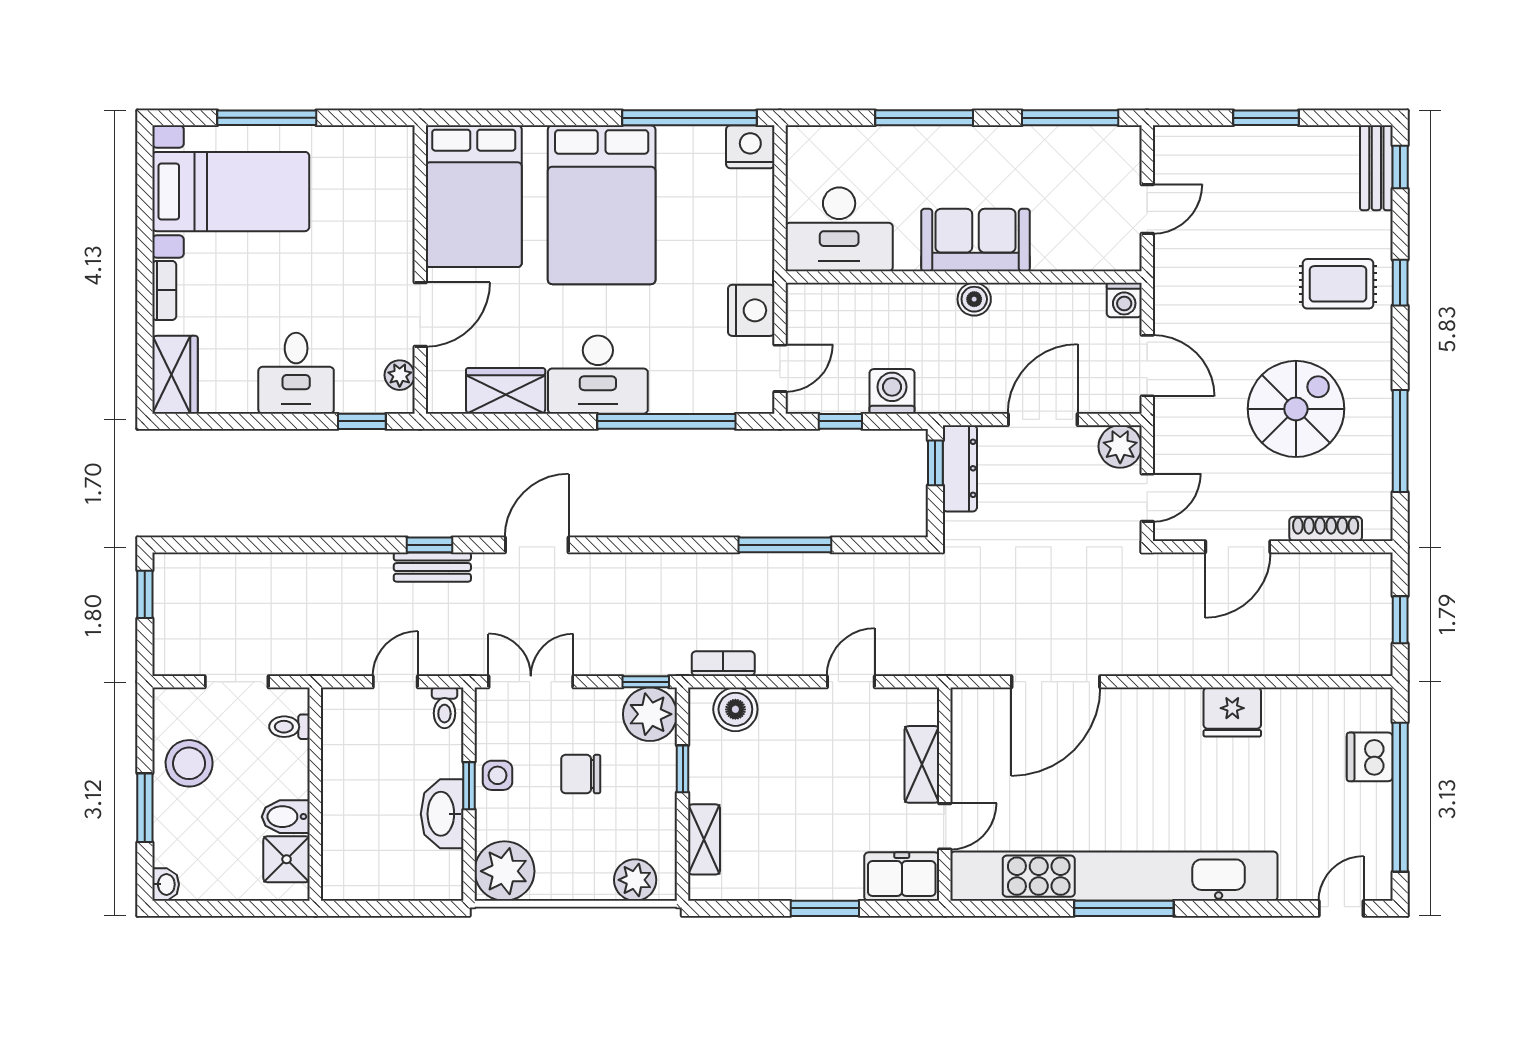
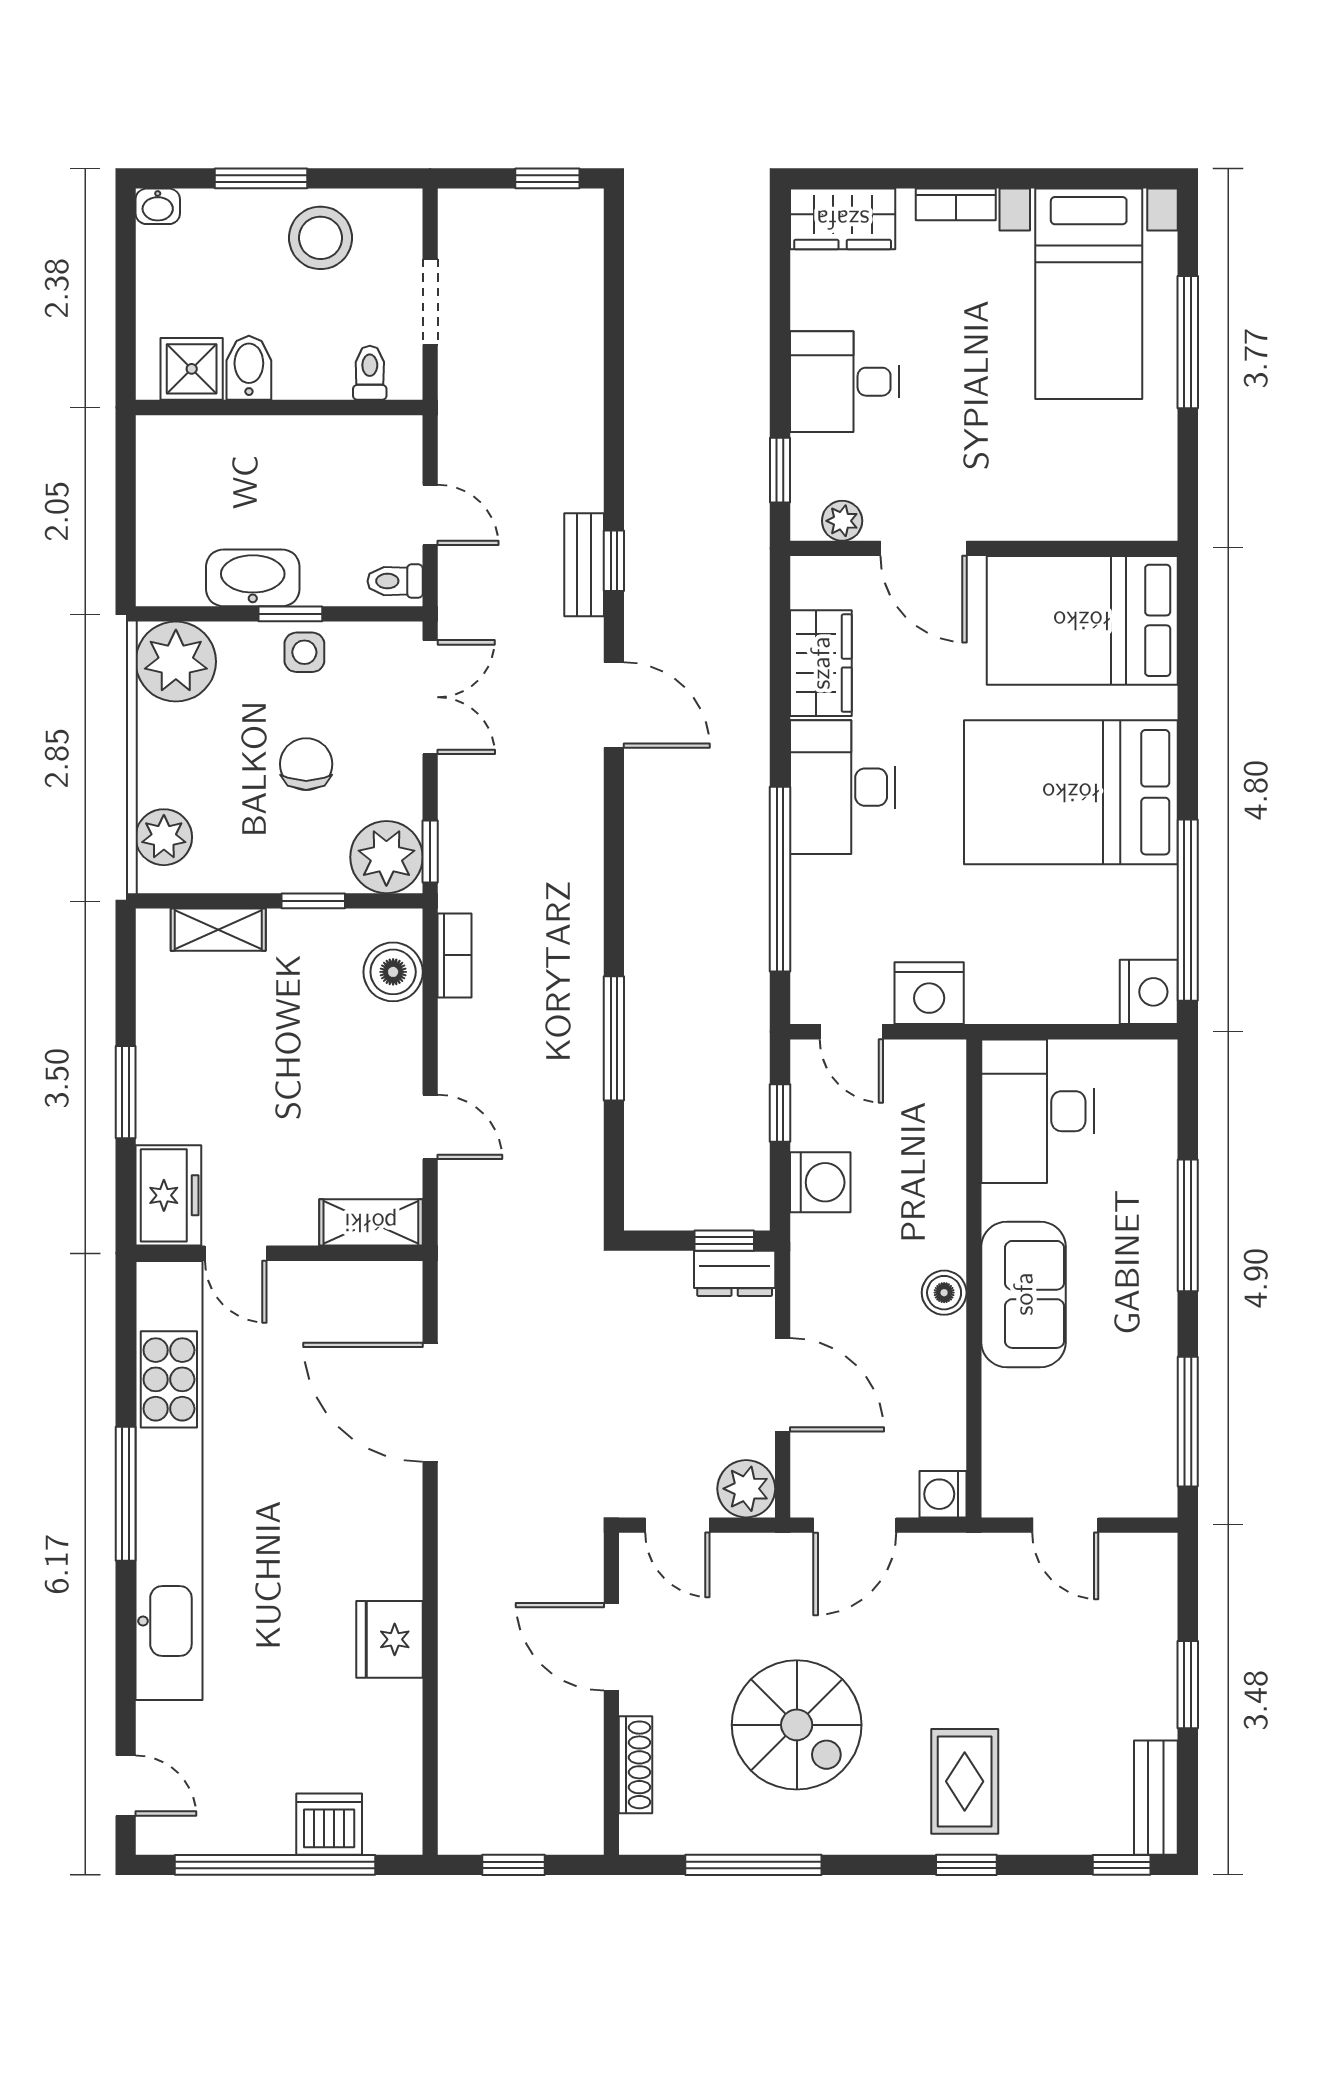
bench: (1376, 168) -> (1156, 1798), moved, turned 90
dresser: (960, 468) -> (735, 1273), width x0.70
shelving: (922, 764) -> (371, 1222), moved

